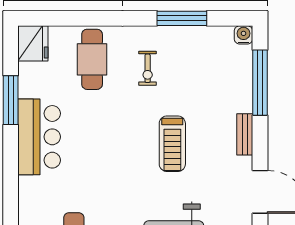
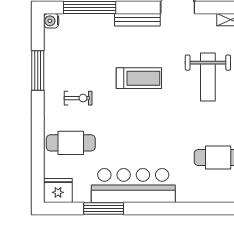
bench: (245, 134) -> (137, 20), width x1.36
bar counter: (39, 137) -> (133, 185), width x1.36

